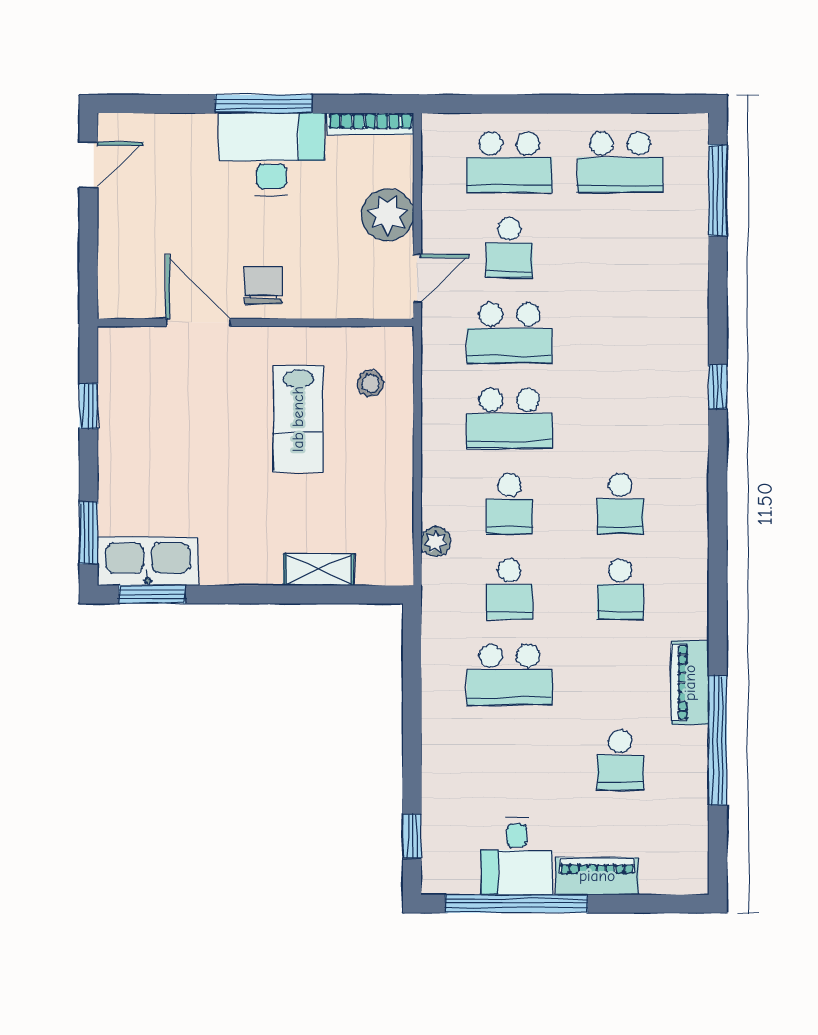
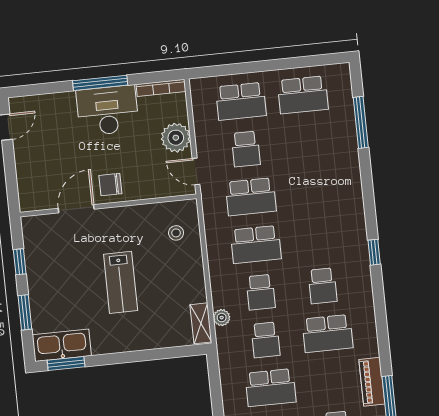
window: (718, 190) -> (361, 122), moved
door: (417, 278) -> (196, 171), swing flipped
chair: (263, 286) -> (110, 185), turned -90
door: (198, 322) -> (76, 209), hinge flipped
window: (718, 387) -> (374, 252), moved
lab bench: (298, 419) -> (121, 282), moved
window: (88, 533) -> (25, 312), moved
shelving: (319, 570) -> (201, 323), moved, turned 90
school desk: (620, 589) -> (327, 334), width x1.85

